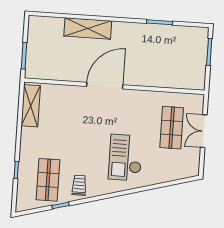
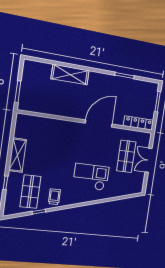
locker: (185, 82) -> (139, 123), added
door: (105, 86) -> (99, 124), moved
shelving: (31, 106) -> (18, 155), moved
checkout: (125, 158) -> (91, 177), turned 90

